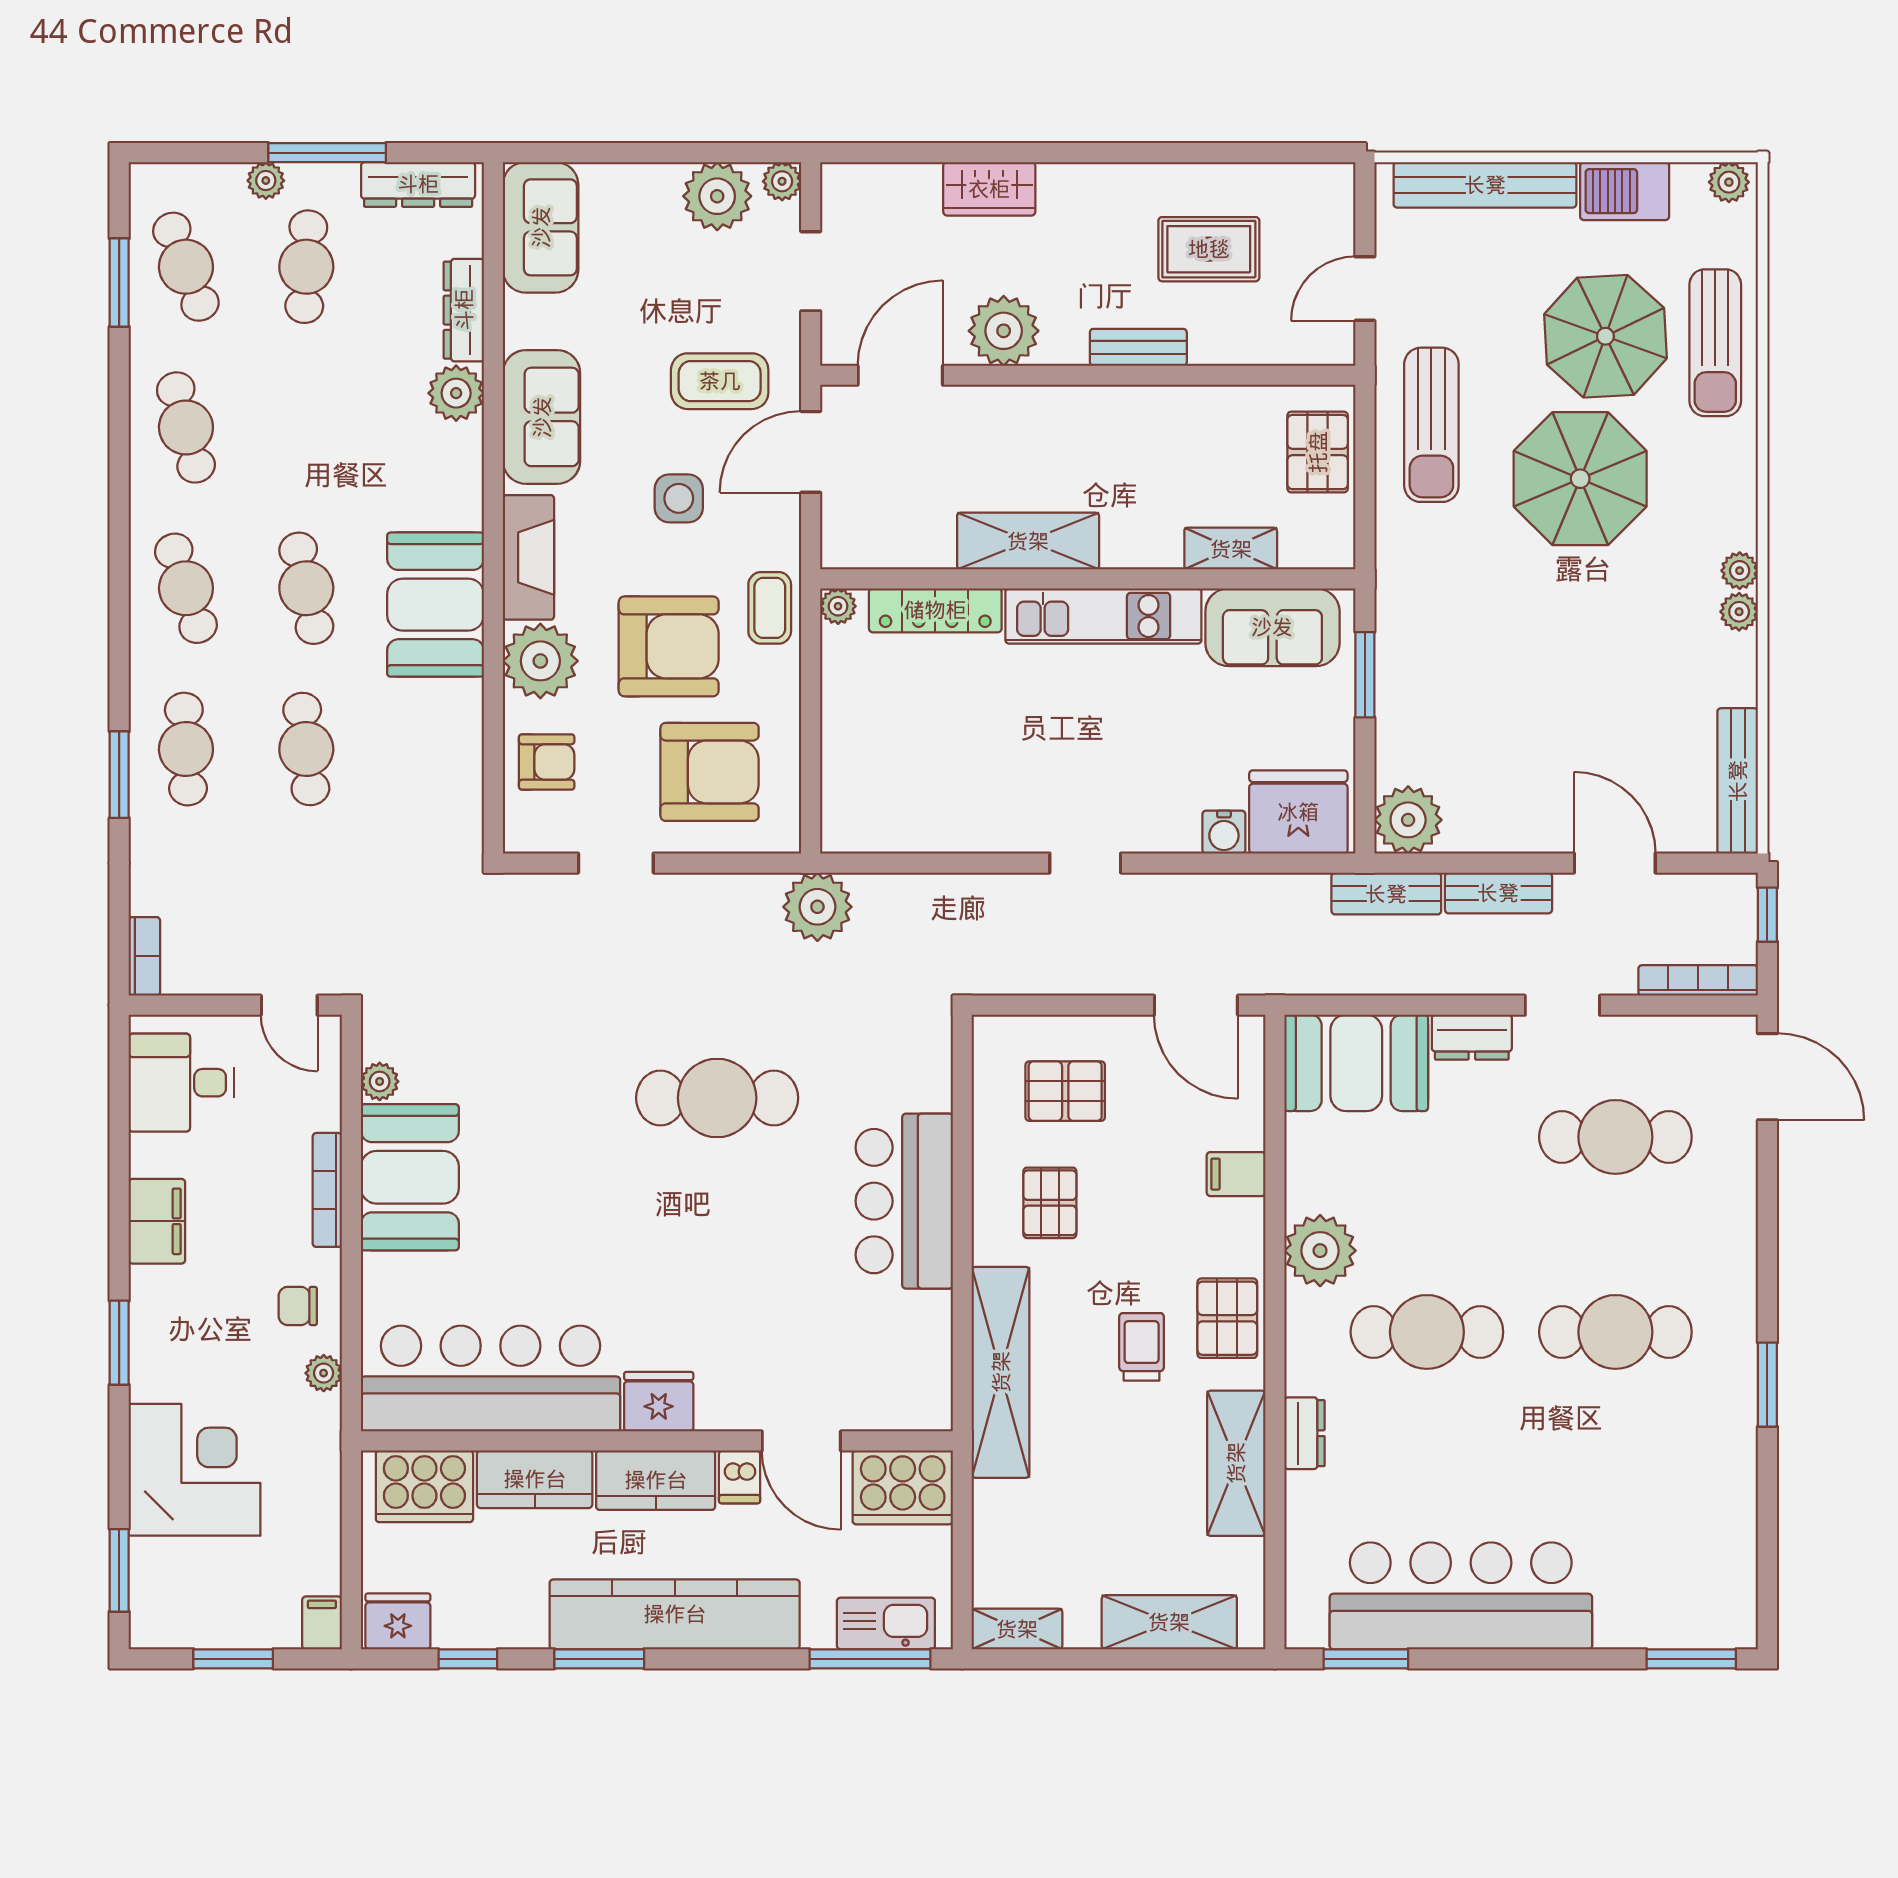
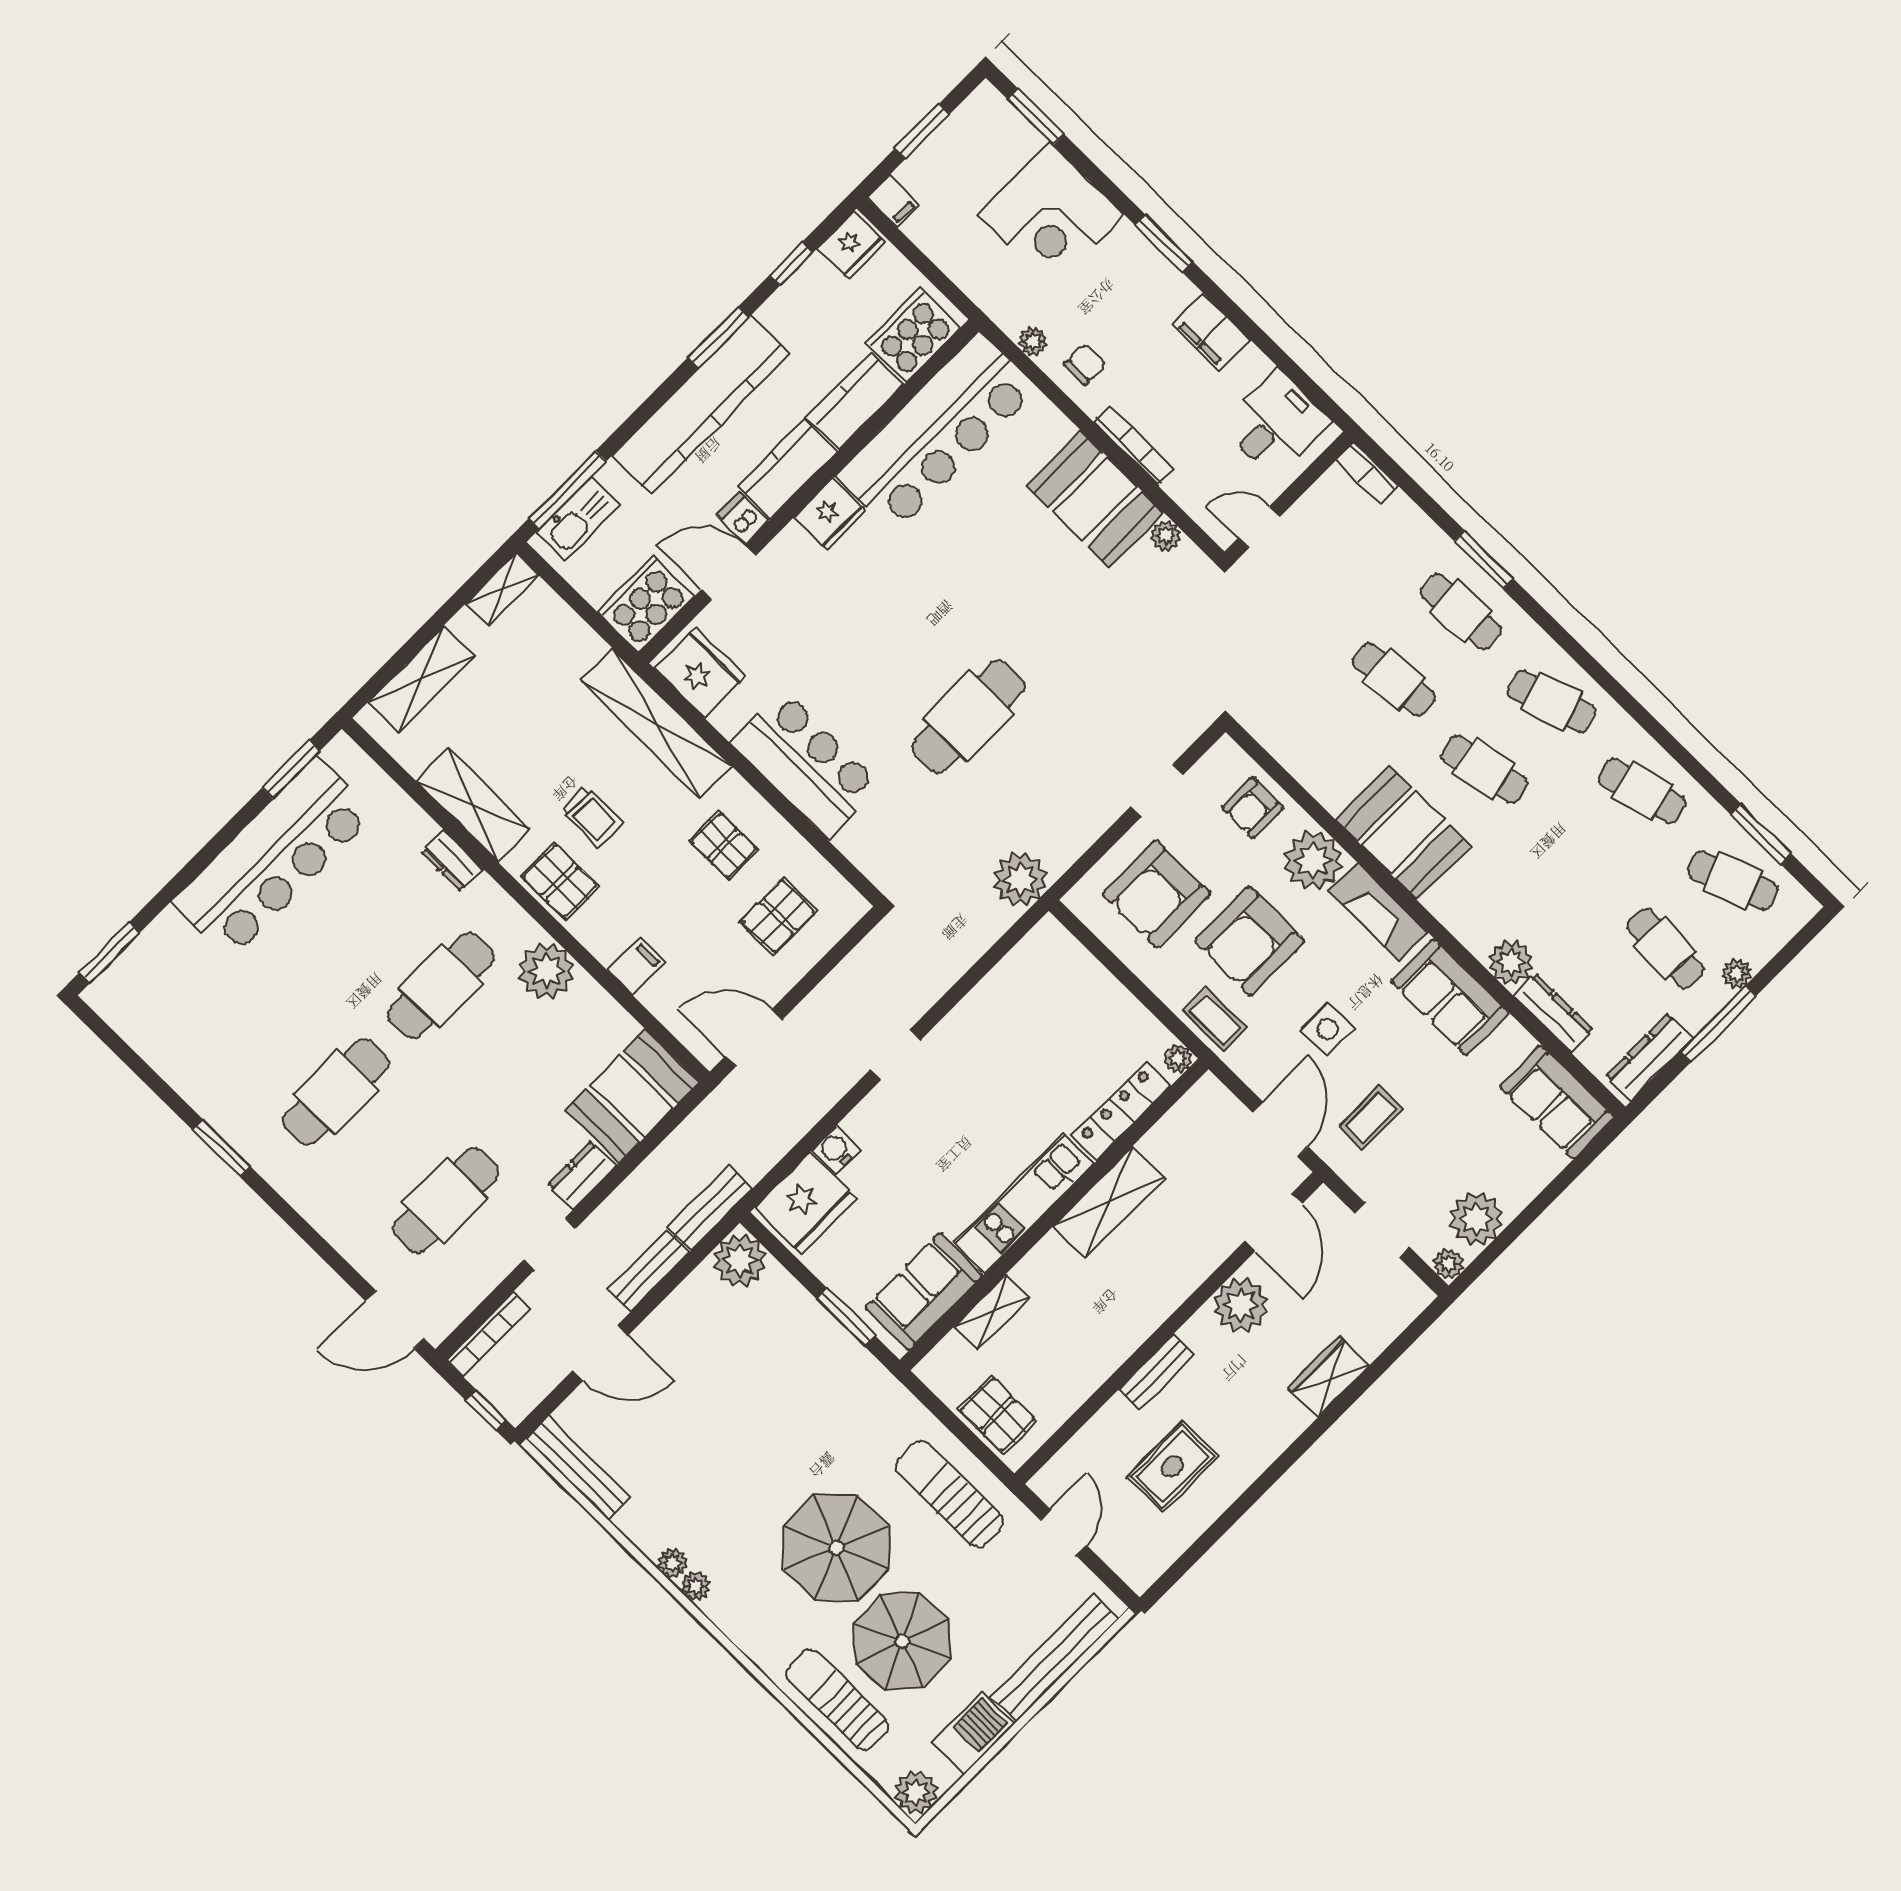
plant: (1729, 182) -> (916, 1793), width x1.38, depth x1.38
coffee table: (720, 381) -> (1371, 1117), width x0.73, depth x0.77
fridge: (916, 1378) -> (700, 672), added

